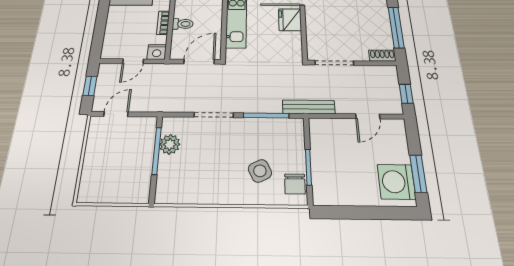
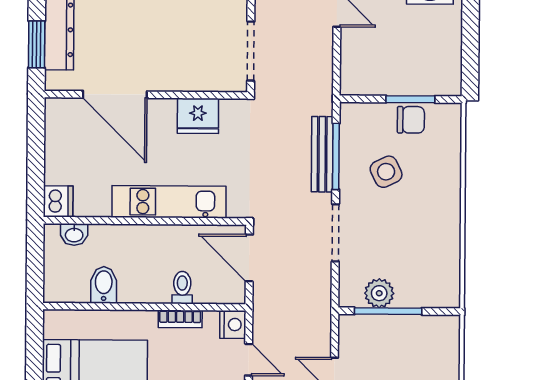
fridge: (290, 20) -> (198, 116), moved
bench: (309, 107) -> (322, 154), moved
side table: (260, 171) -> (386, 172), moved
chair: (295, 184) -> (411, 120), moved

